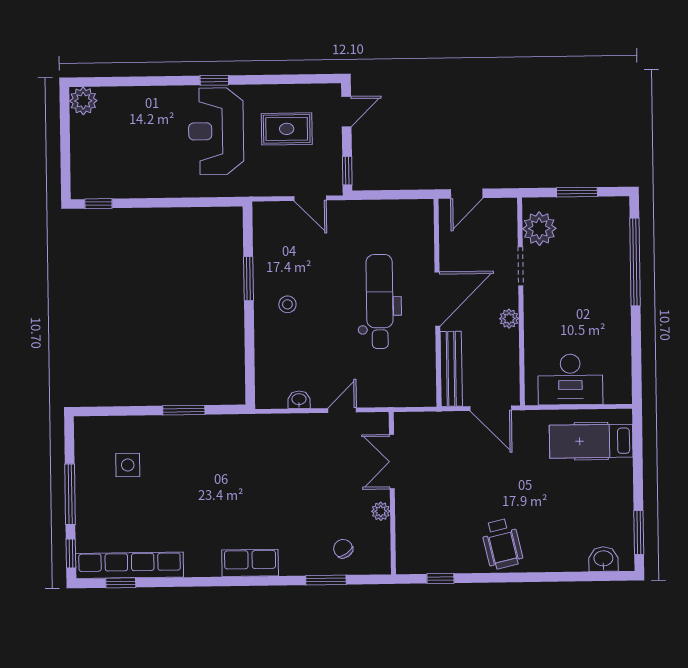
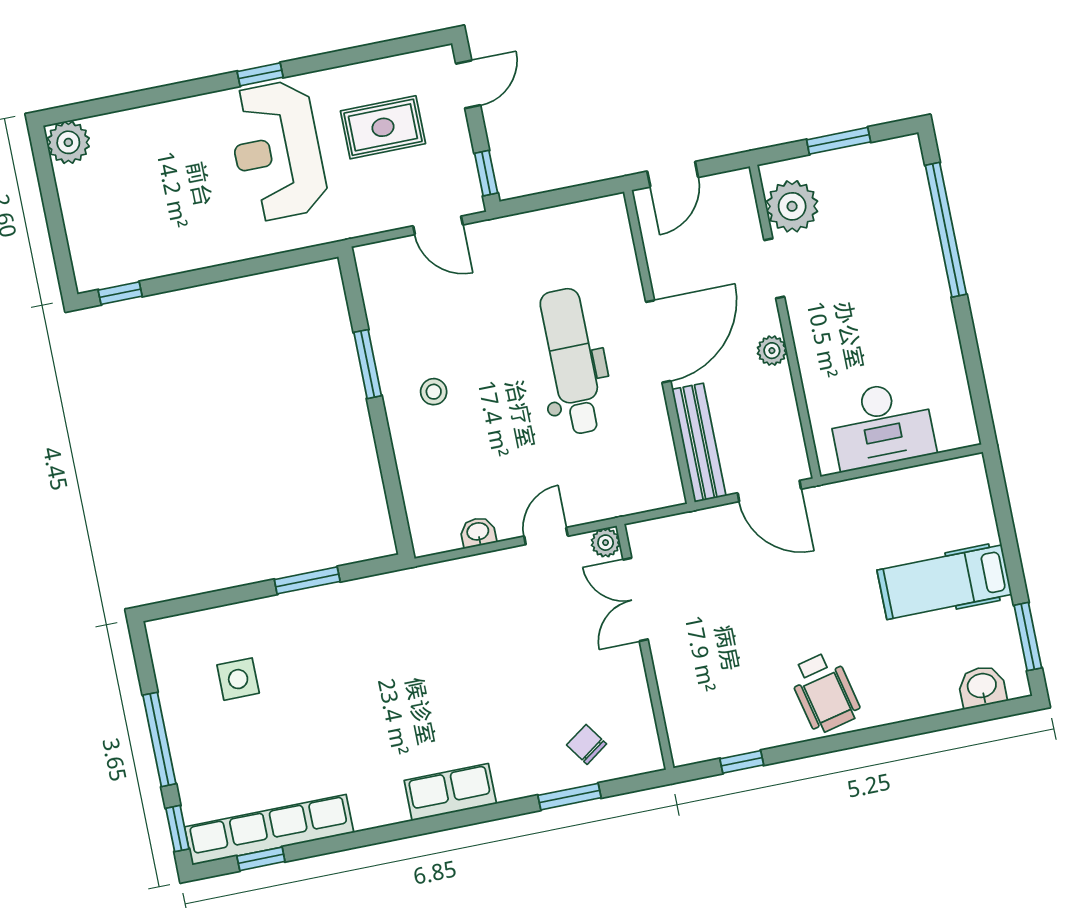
hospital bed: (591, 441) -> (944, 582), moved
plant: (381, 511) -> (606, 543), moved

